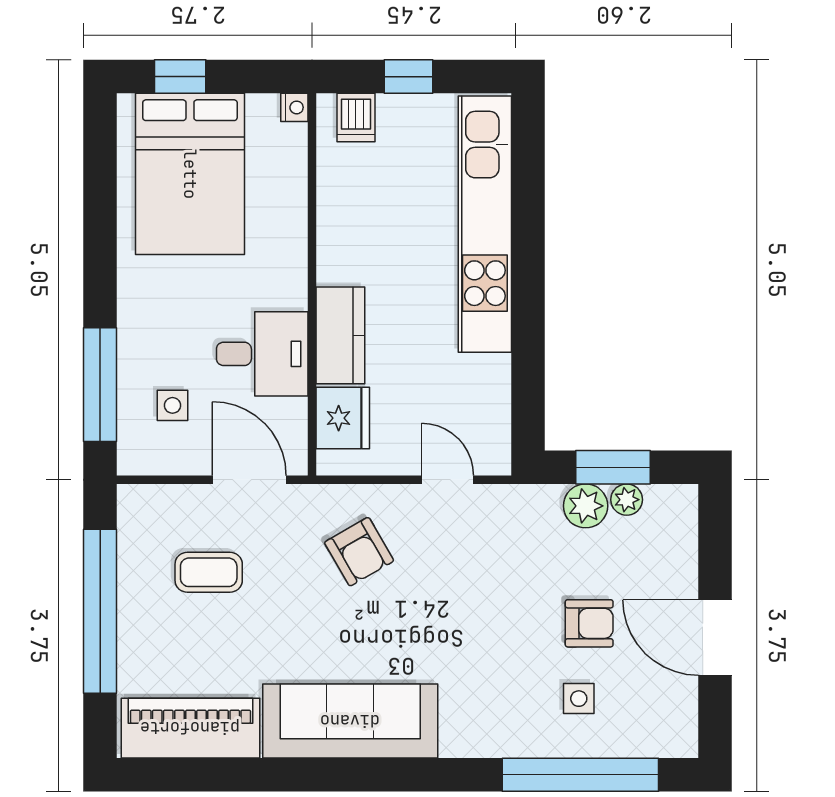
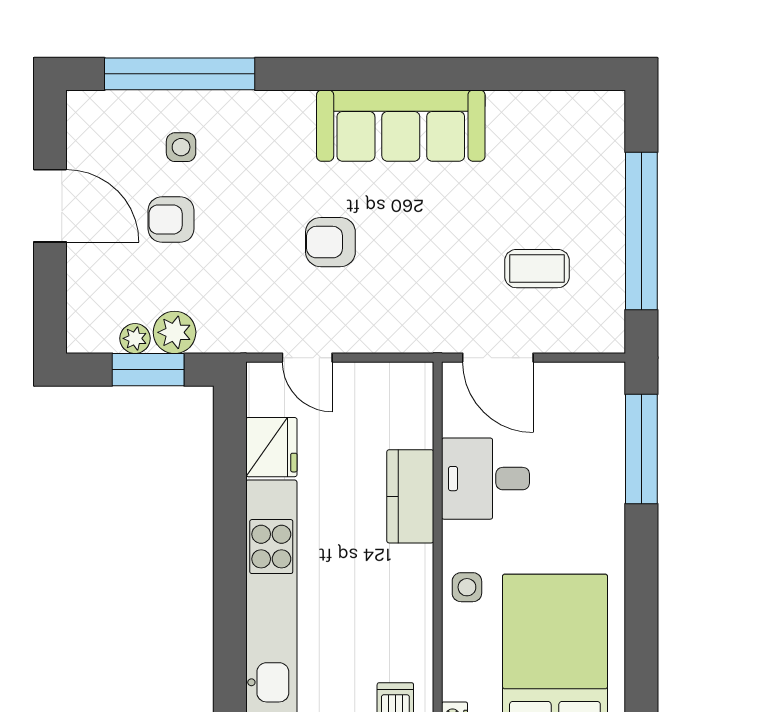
side table: (172, 405) -> (467, 587), moved
fridge: (343, 418) -> (271, 447), moved, turned 180
armchair: (359, 552) -> (330, 242), moved, turned -60
piano: (190, 728) -> (554, 119), removed

